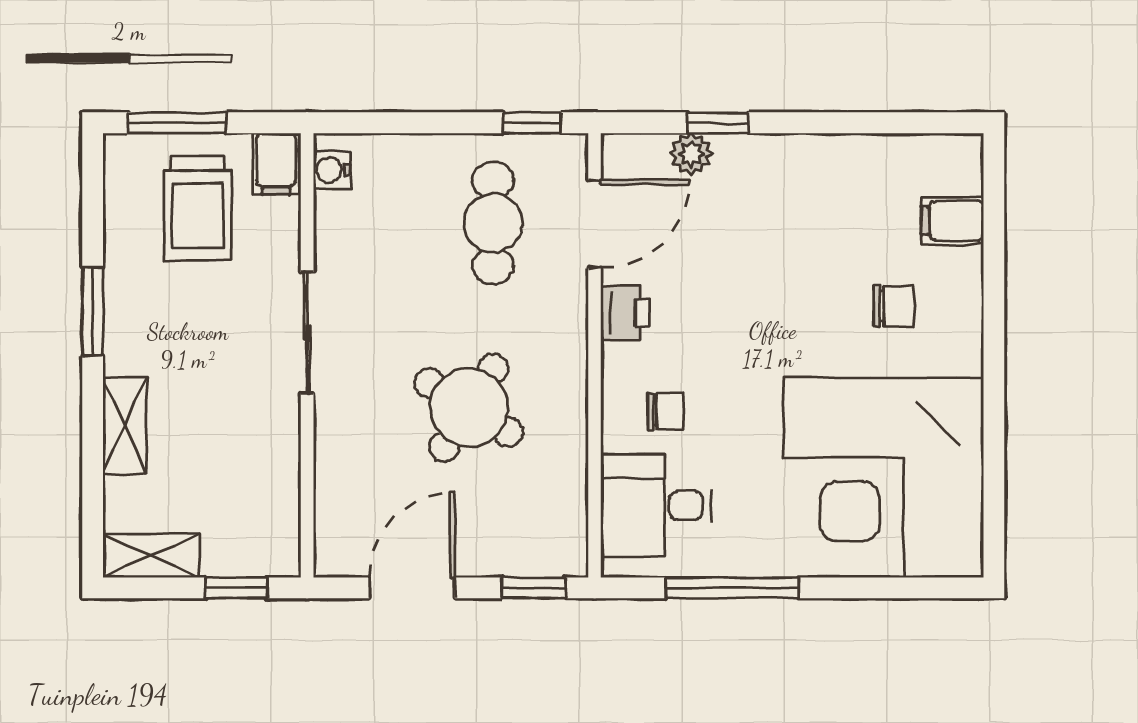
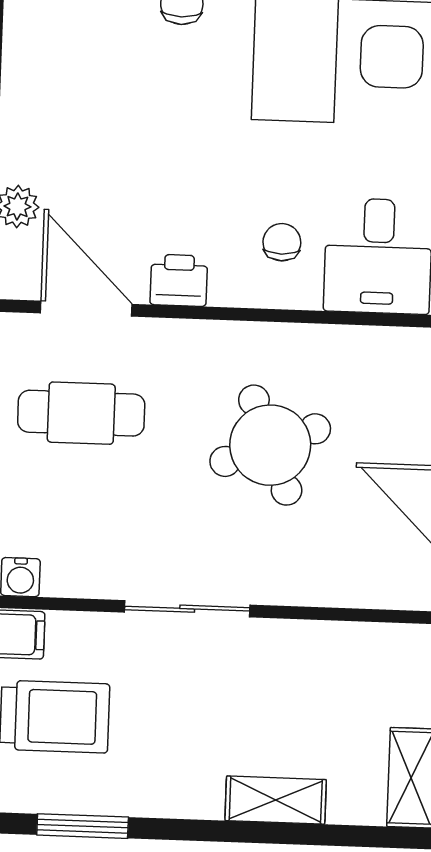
window: (93, 311) -> (83, 826), moved
round table: (469, 407) -> (270, 445), turned 36

